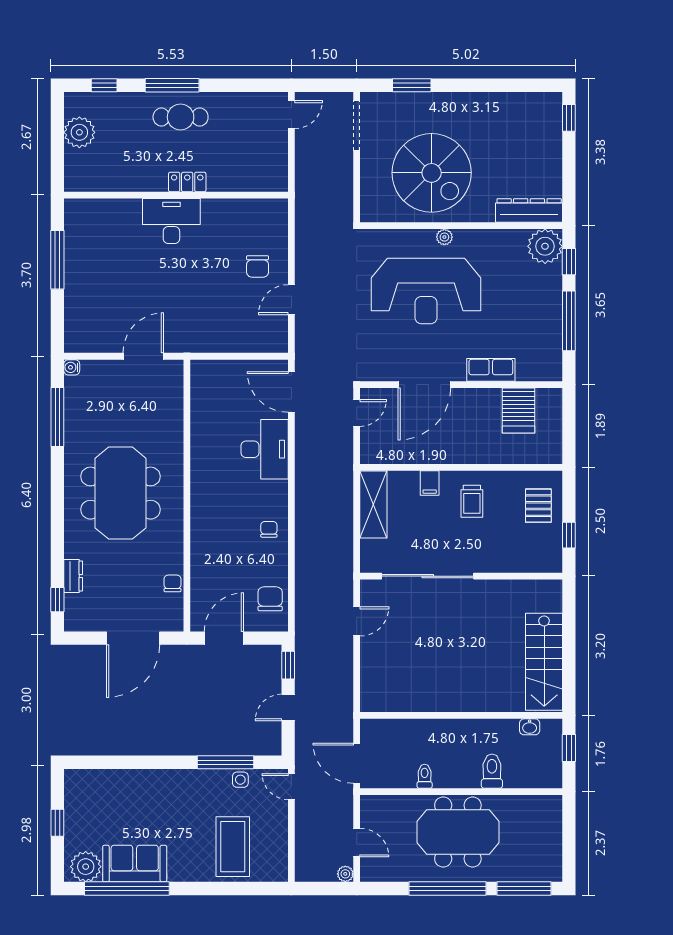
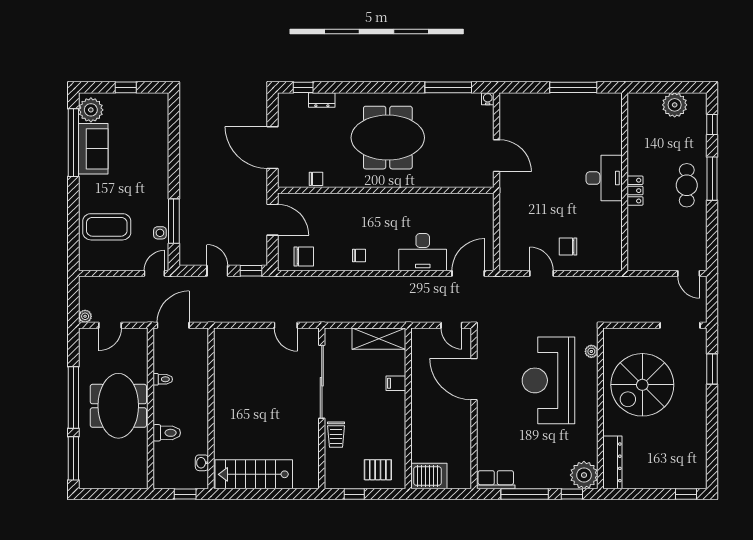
plant: (444, 237) -> (591, 351), moved
row of seats: (491, 370) -> (496, 480), moved, turned -90
server rack: (518, 410) -> (429, 476), moved, turned 180
trolley: (472, 501) -> (336, 435), moved, turned -90

